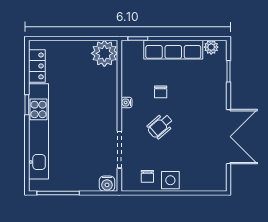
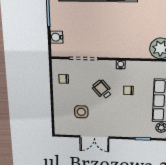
double door: (229, 137) -> (94, 137), width x0.73
side table: (170, 180) -> (81, 112), moved
water cooler: (107, 184) -> (57, 37), moved

